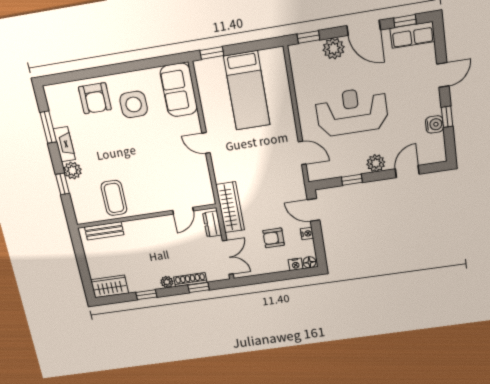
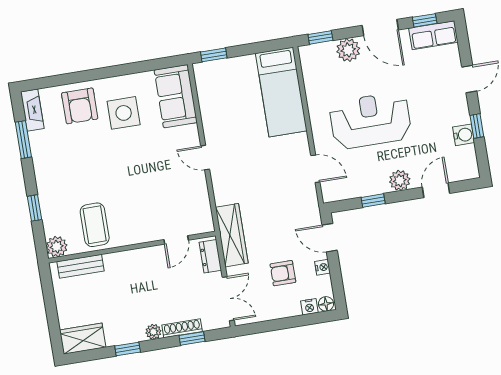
bed: (247, 91) -> (281, 92), moved
fireplace: (64, 144) -> (32, 110), moved
plant: (72, 171) -> (57, 247), moved

